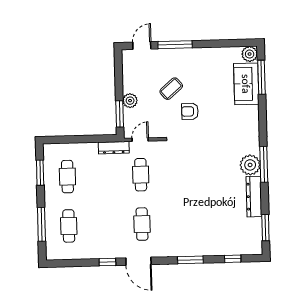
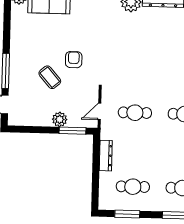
armchair: (190, 111) -> (74, 60), turned 180
door: (140, 140) -> (100, 111), hinge flipped
dresser: (114, 148) -> (106, 156), moved

